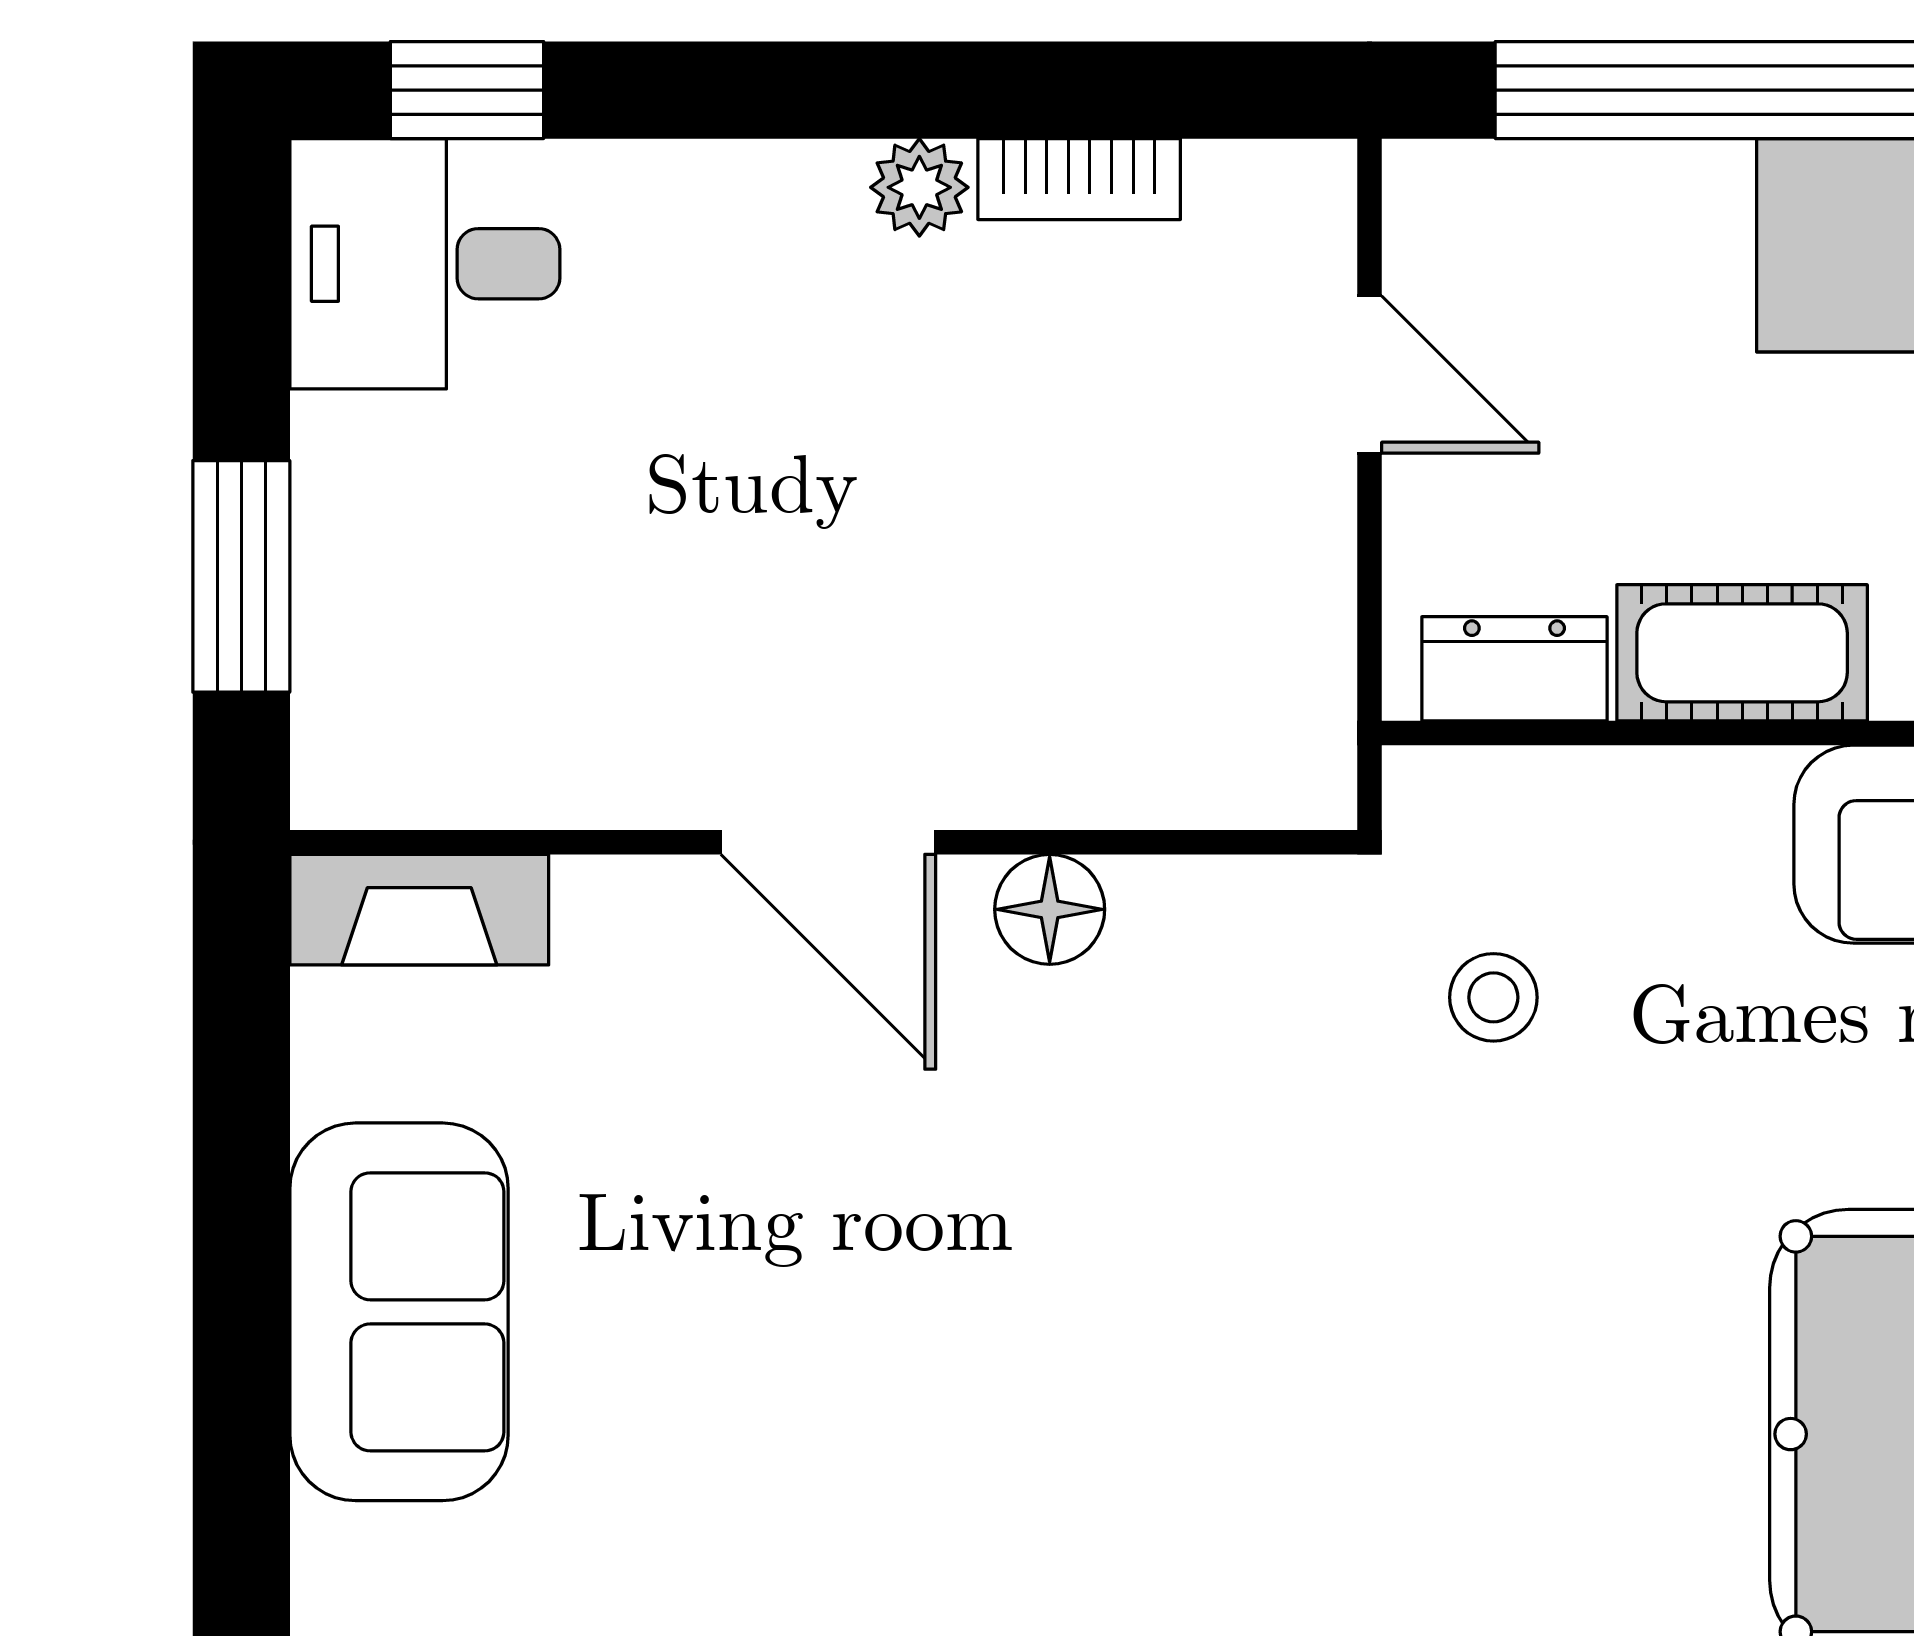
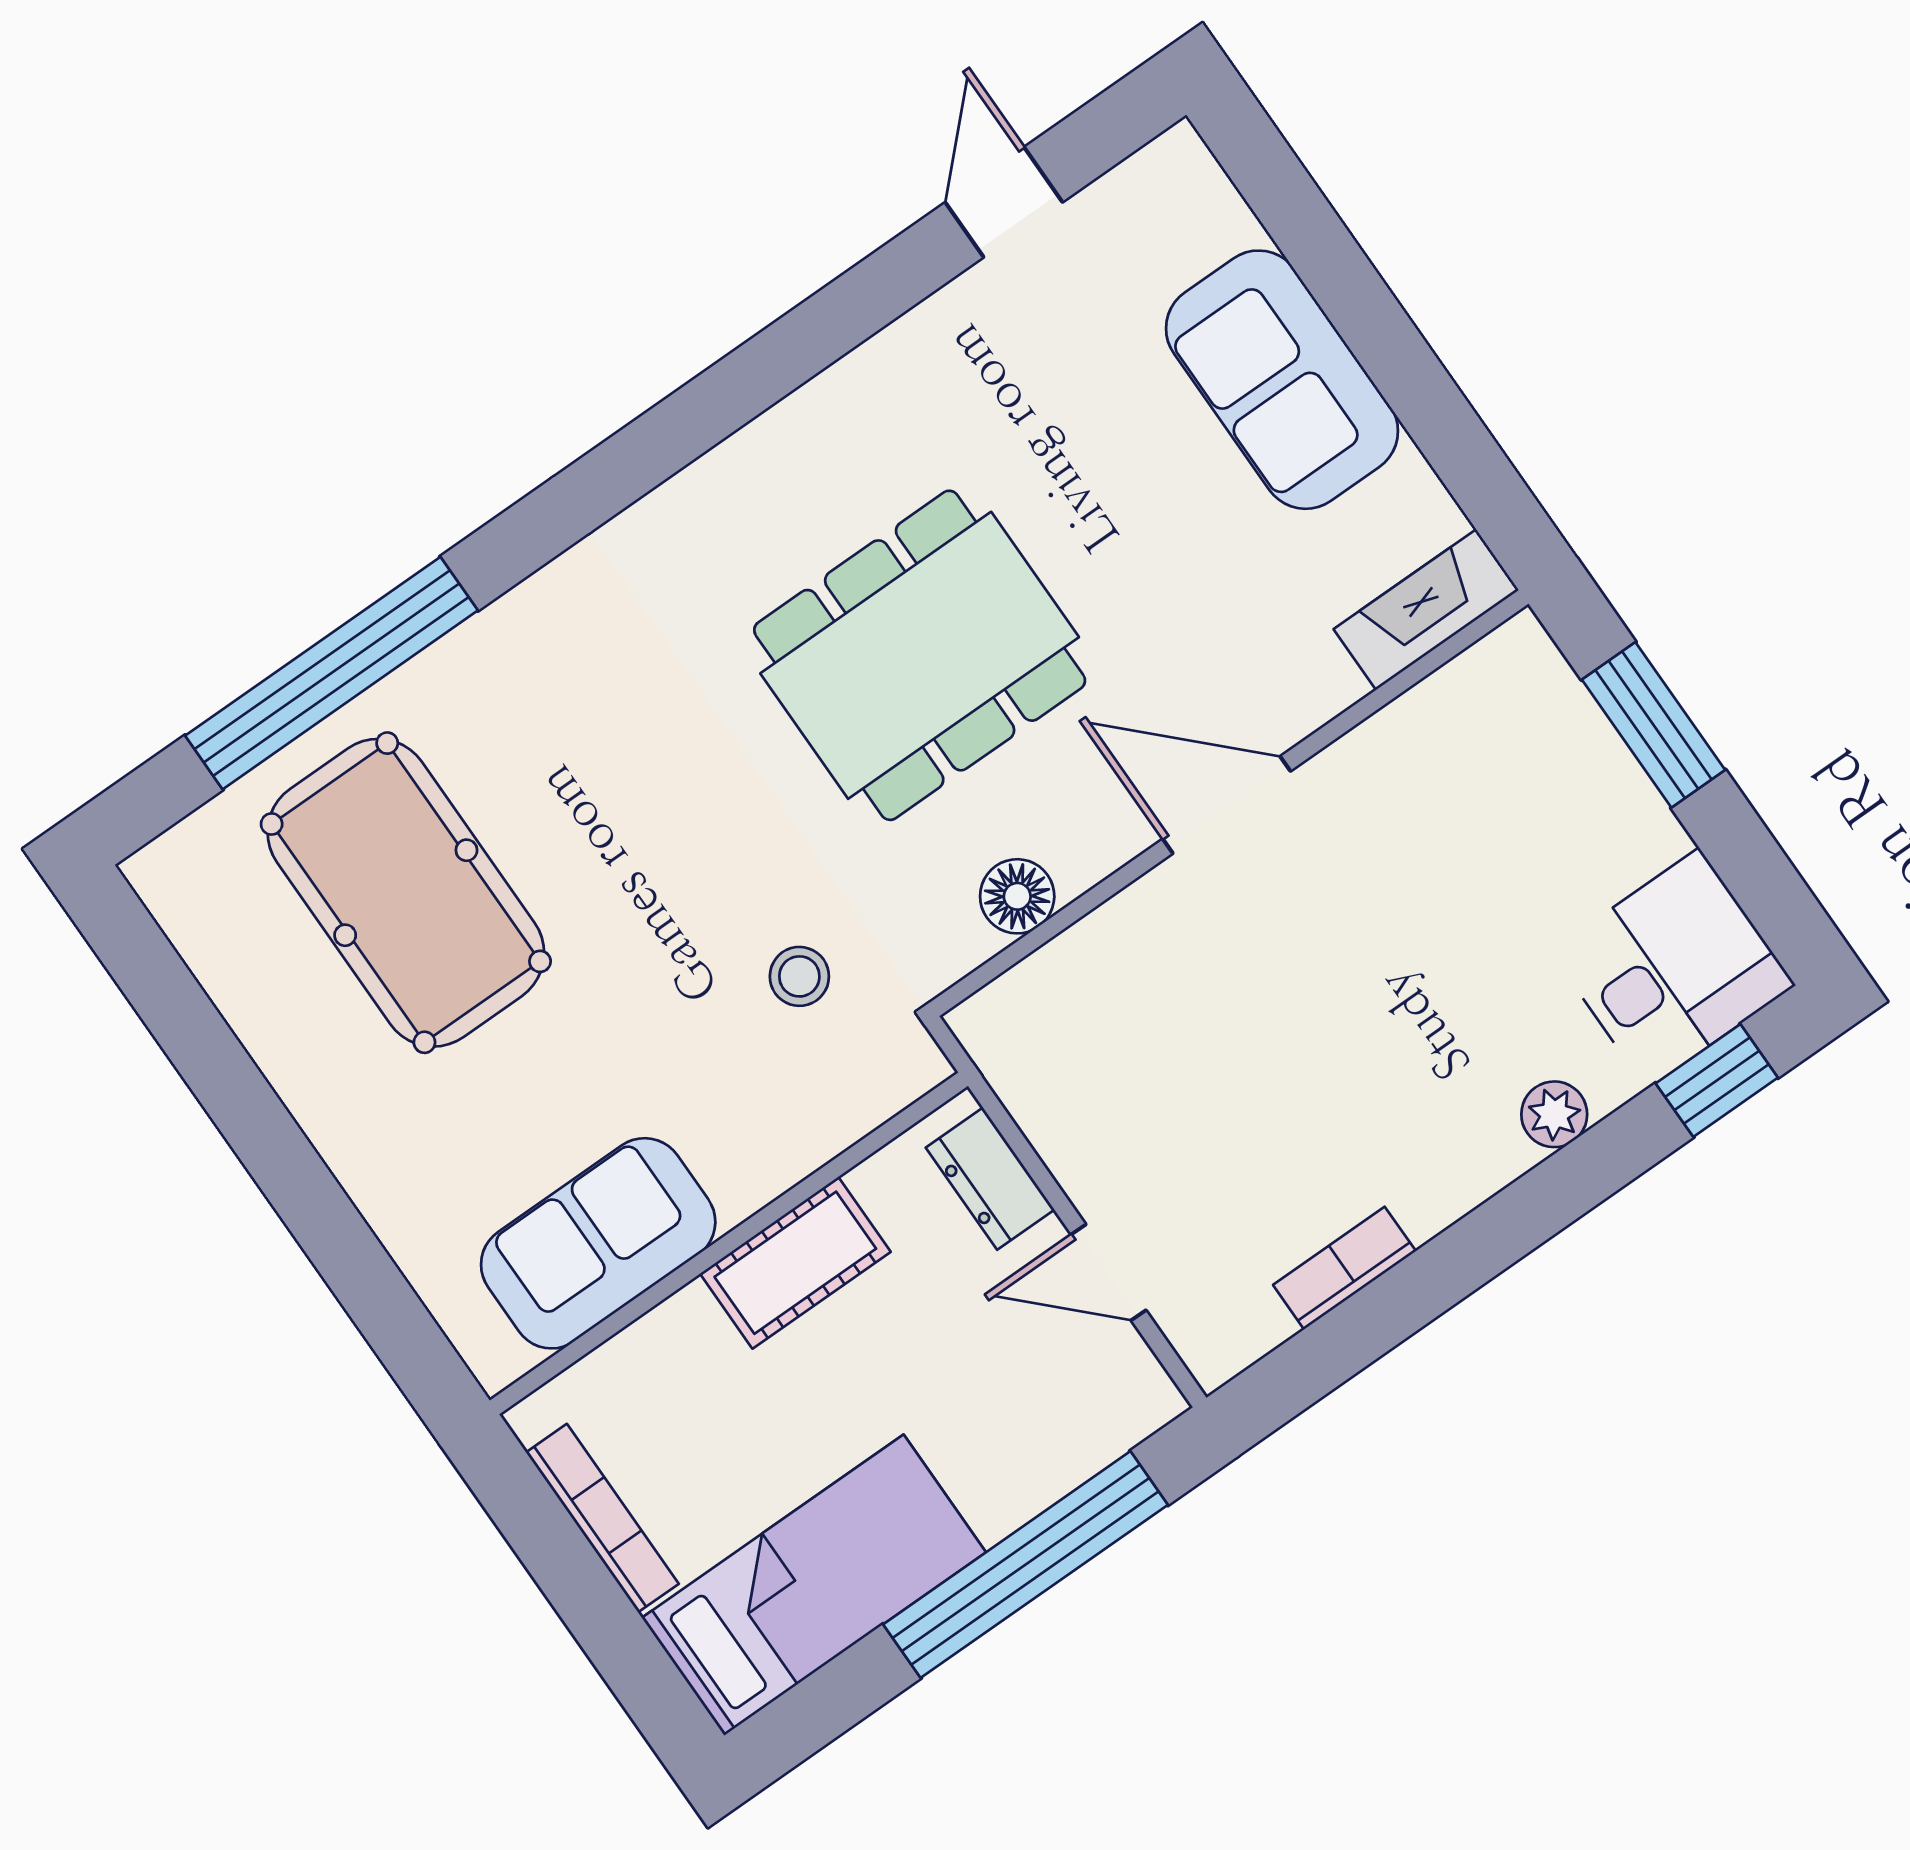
plant: (919, 187) -> (1554, 1114), moved
dresser: (1514, 669) -> (990, 1179), moved, turned 90
floor lamp: (1050, 909) -> (1017, 896), moved
dining table: (1074, 1285) -> (920, 655), added

